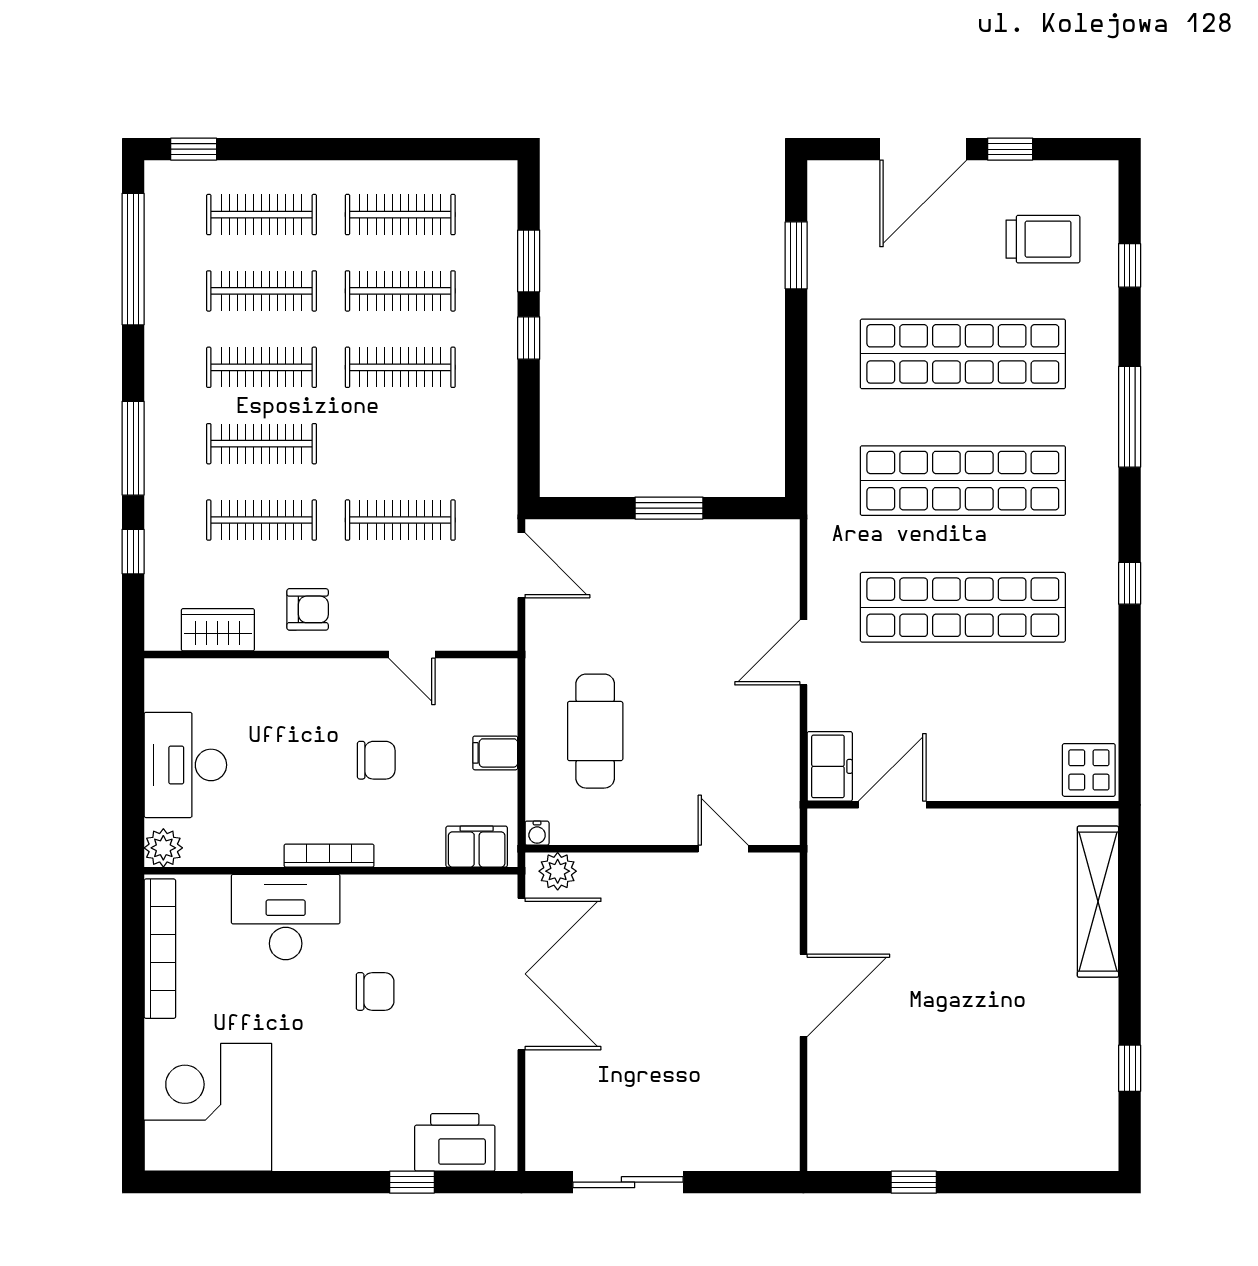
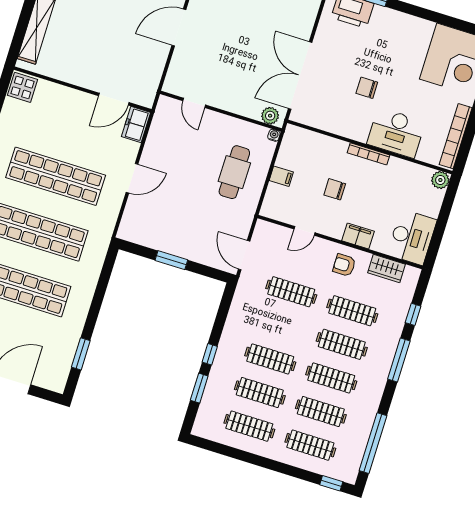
door: (412, 655) -> (305, 231), swing flipped
desk: (185, 765) -> (412, 237), moved
filing cabinet: (477, 847) -> (358, 236), moved, turned 180

